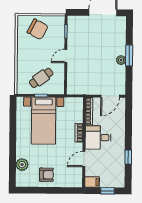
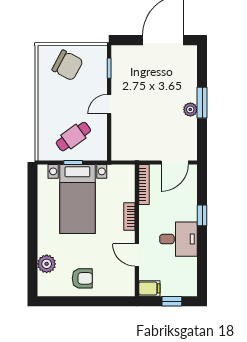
desk: (98, 138) -> (178, 239), moved, turned 180
window: (128, 157) -> (202, 215), moved
door: (84, 159) -> (137, 255), hinge flipped

